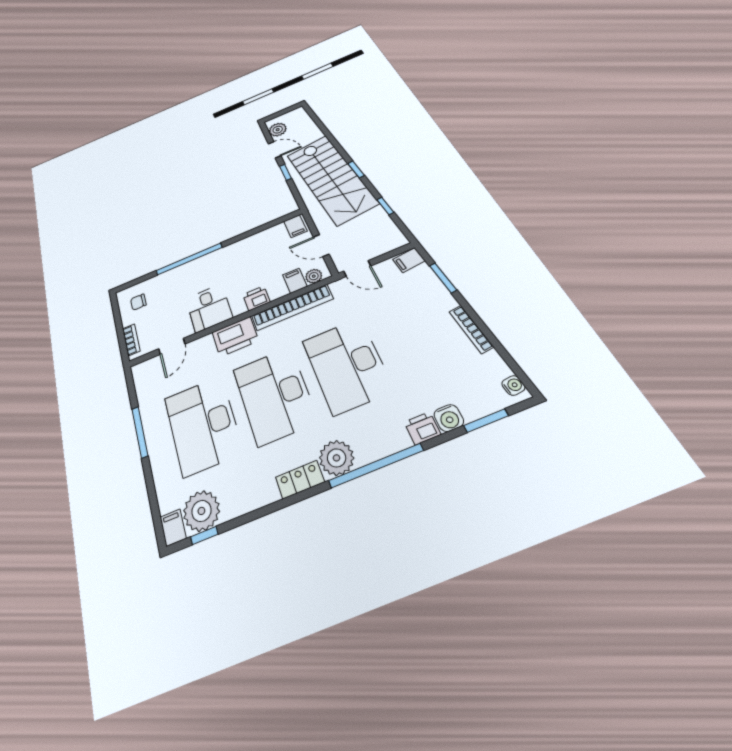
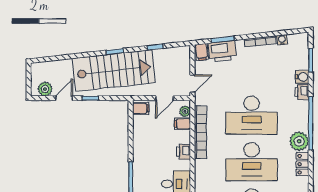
printer: (235, 337) -> (222, 51), moved, turned 84
water cooler: (513, 385) -> (282, 40), moved

